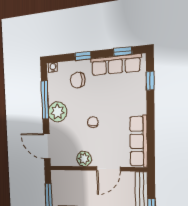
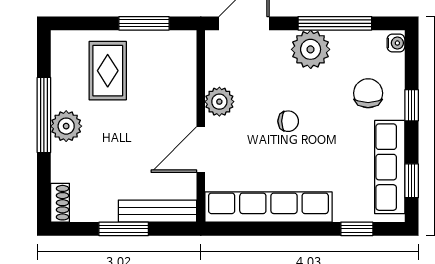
row of seats: (139, 141) -> (268, 207), width x1.36
door: (108, 169) -> (201, 150), hinge flipped

